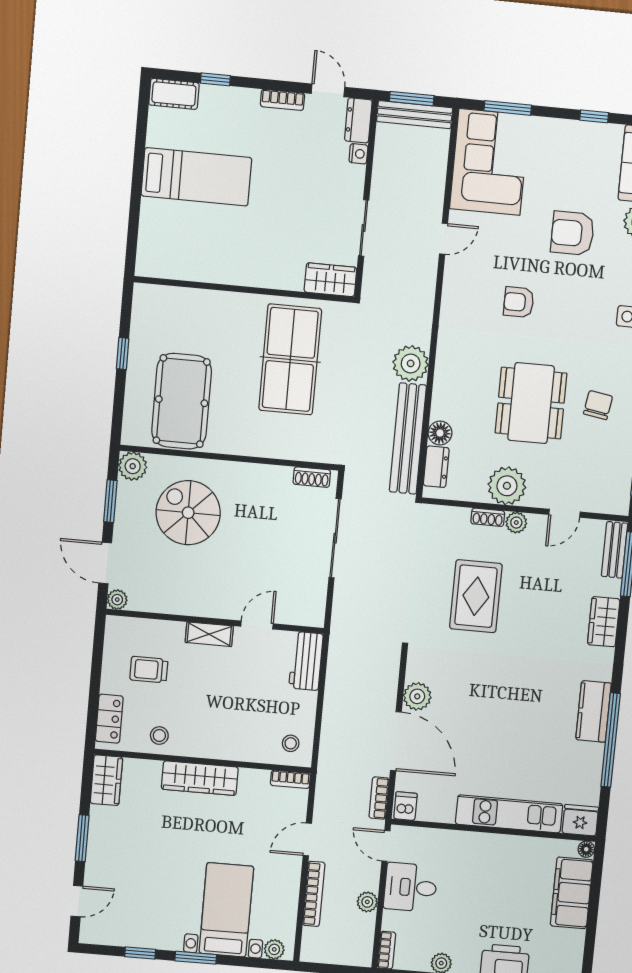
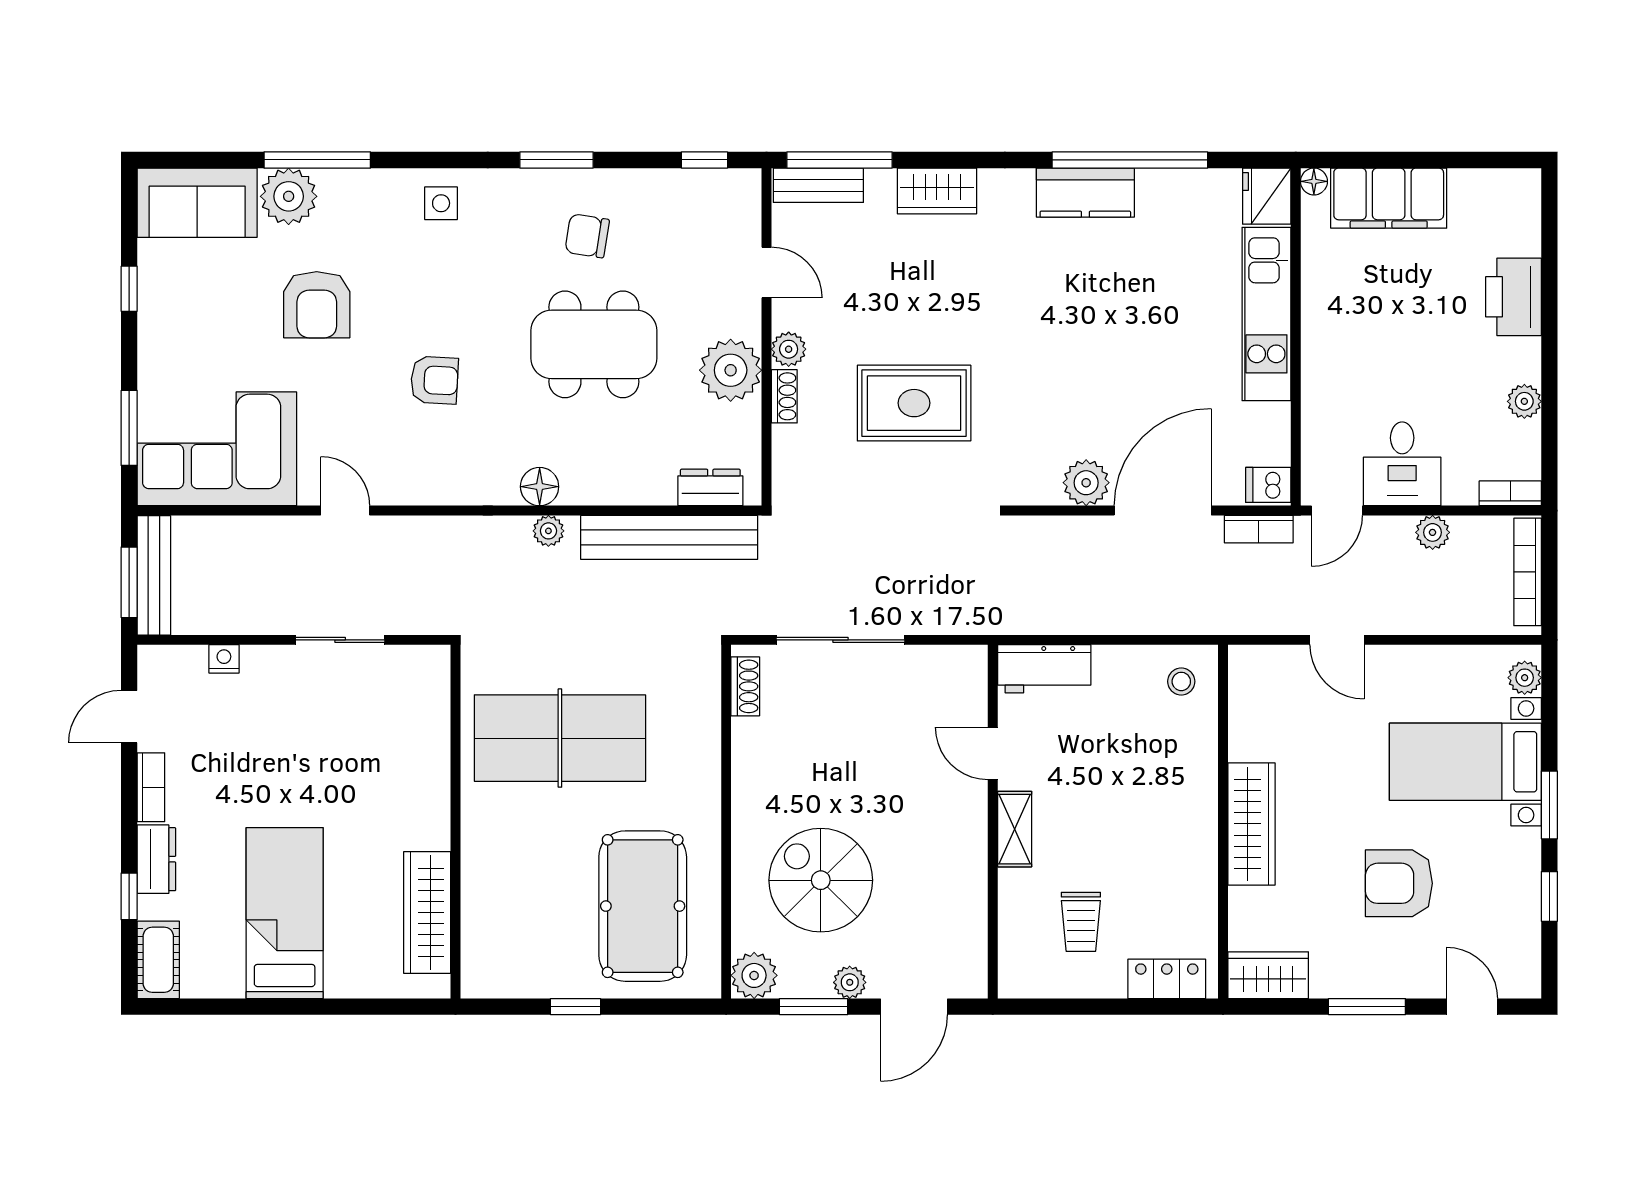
dresser: (358, 120) -> (156, 859), moved, turned -90
wardrobe: (330, 280) -> (427, 913), moved, width x1.50
armchair: (519, 302) -> (434, 380), turned -87
plant: (411, 363) -> (548, 531), width x0.53, depth x0.53
pool table: (182, 401) -> (643, 906), turned 90
floor lamp: (440, 433) -> (540, 487), moved
spiral stairs: (188, 513) -> (821, 880), turned 90
plant: (117, 600) -> (850, 982), moved
stool: (159, 736) -> (1187, 896), removed
bookcase: (290, 779) -> (1241, 677), removed
armchair: (156, 864) -> (1399, 883), added
bookcase: (314, 894) -> (1528, 572), moved, turned -90

